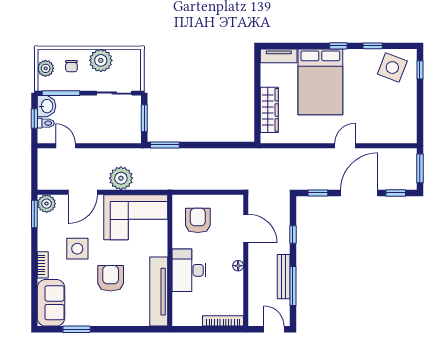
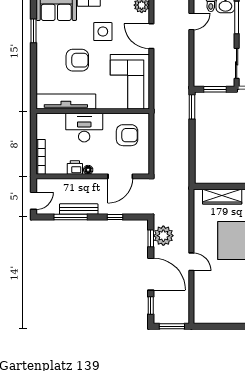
plant: (121, 178) -> (163, 236), moved
printer: (235, 281) -> (75, 167), added

